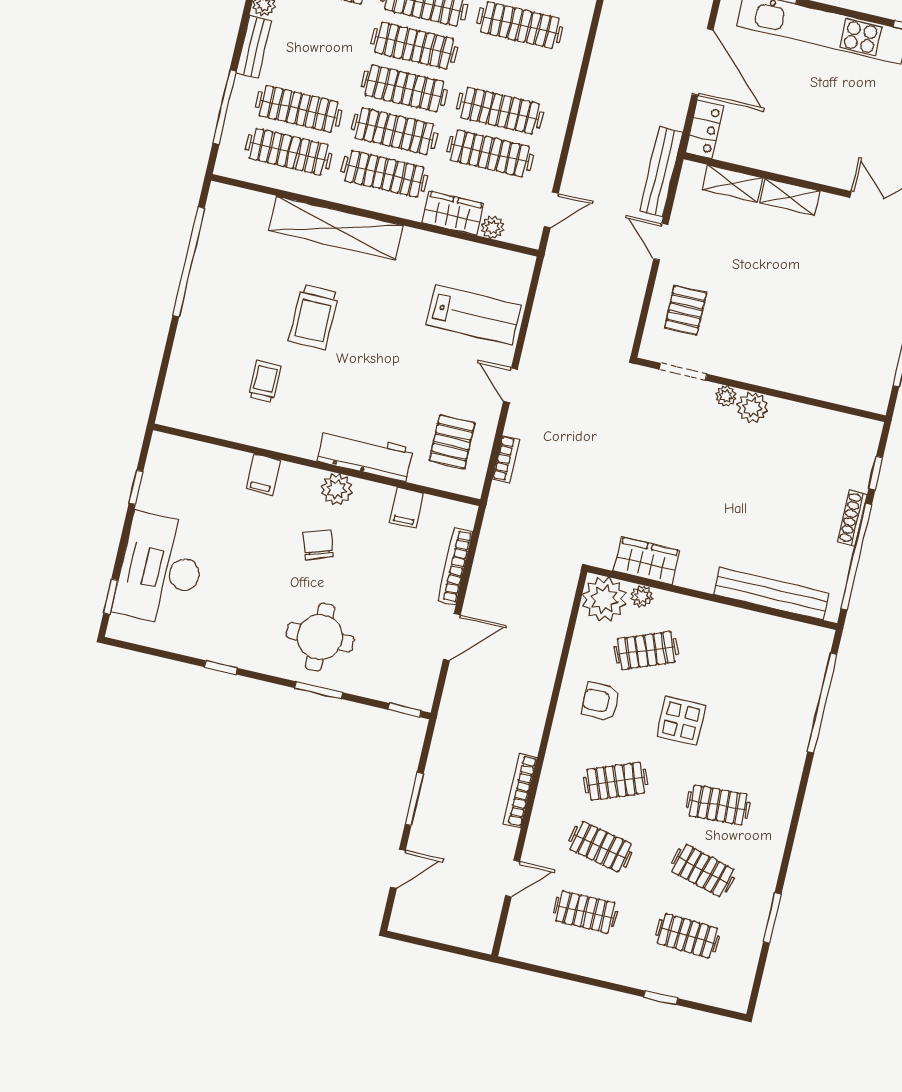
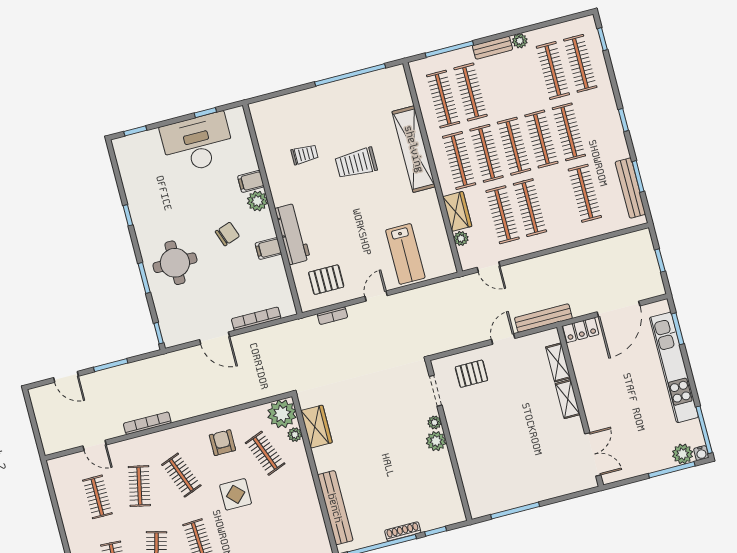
plant: (336, 489) -> (257, 201), moved
filing cabinet: (406, 508) -> (268, 249), moved
desk: (161, 569) -> (197, 143), moved

